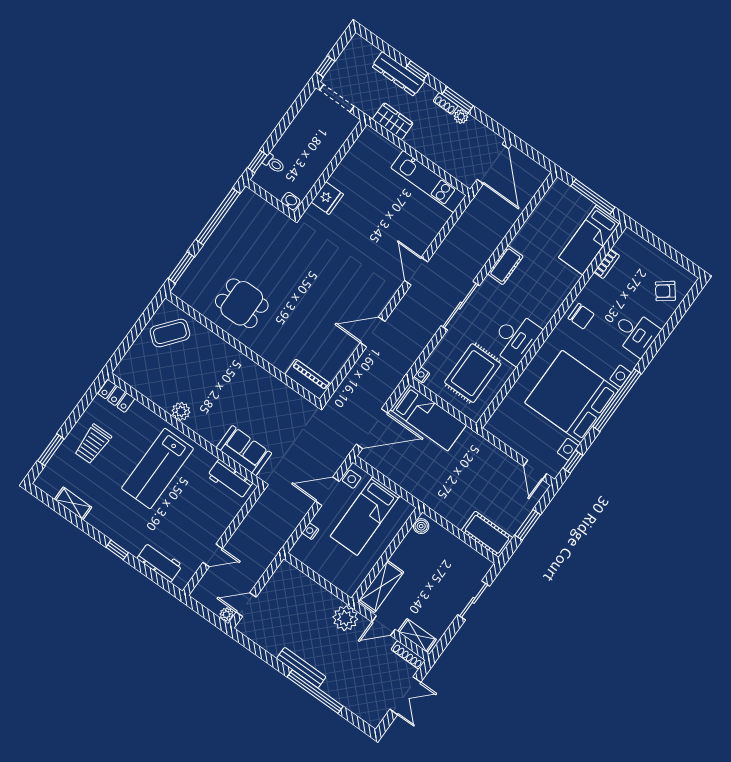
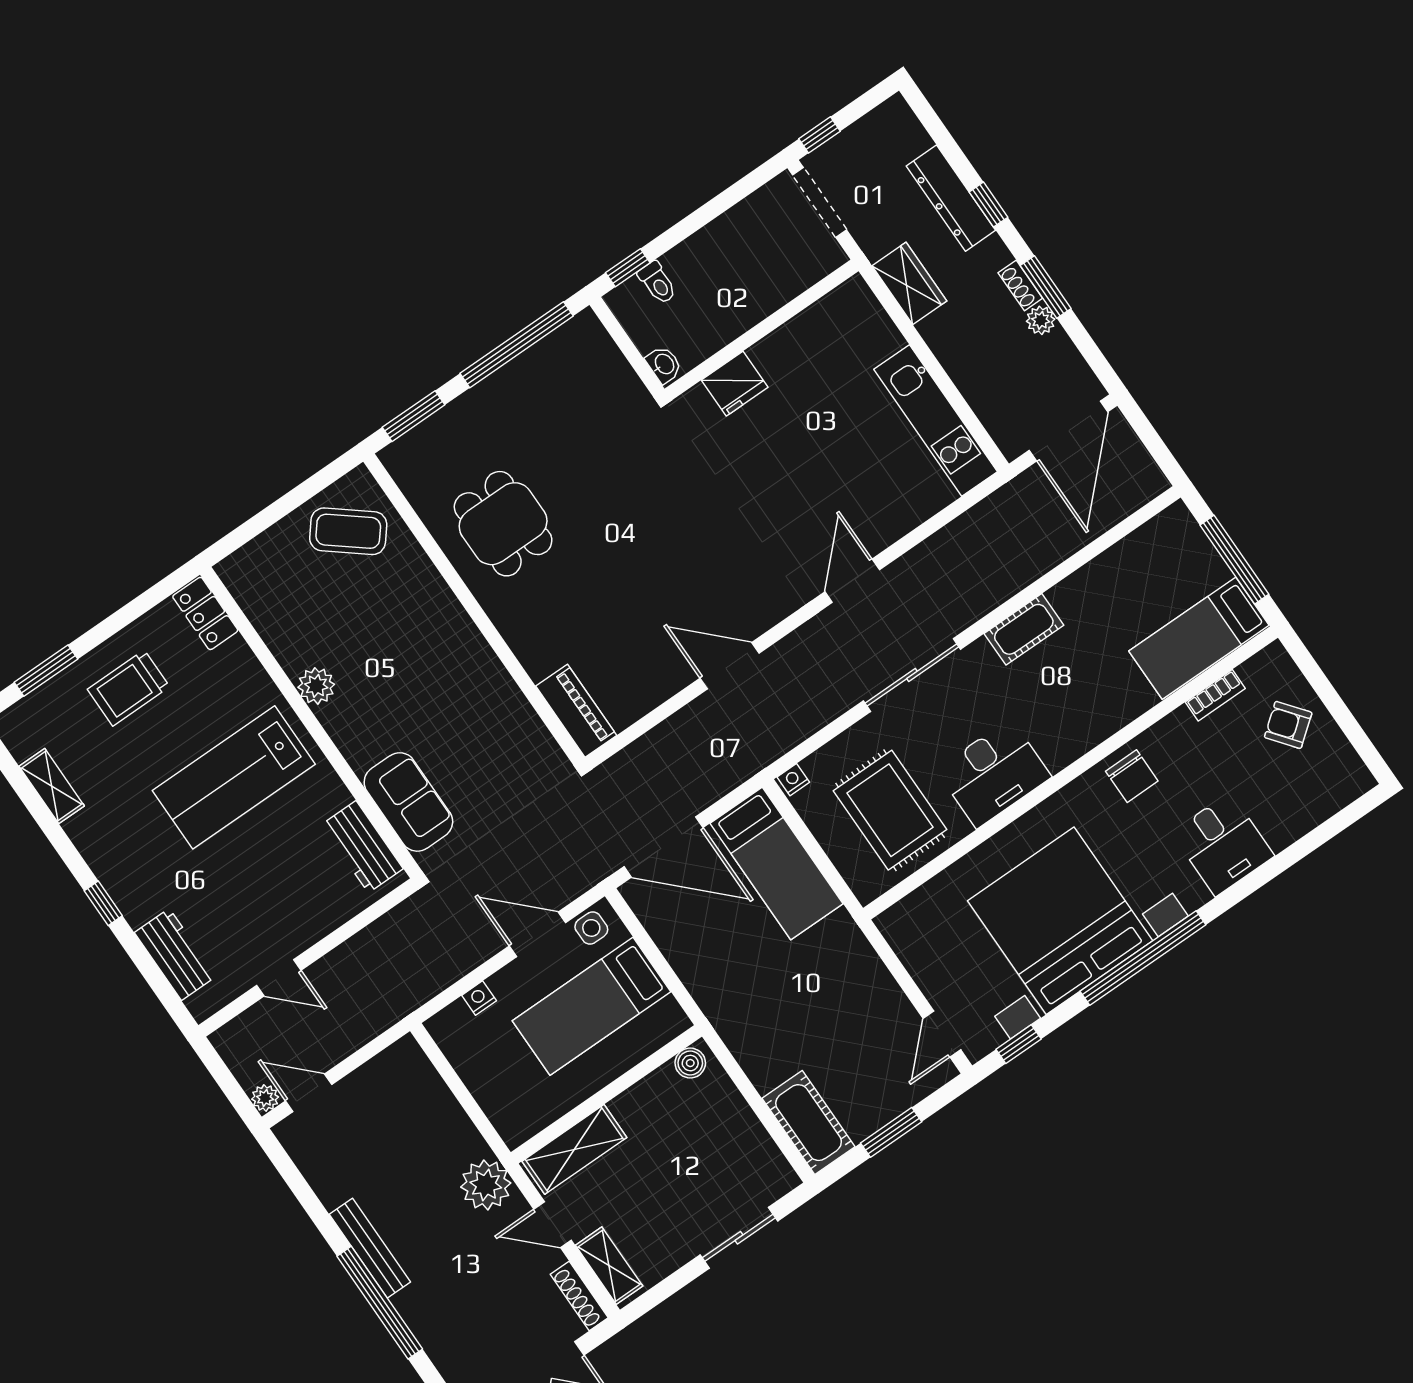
armchair: (665, 291) -> (1288, 725), moved
rug: (473, 373) -> (890, 810), turned 90

